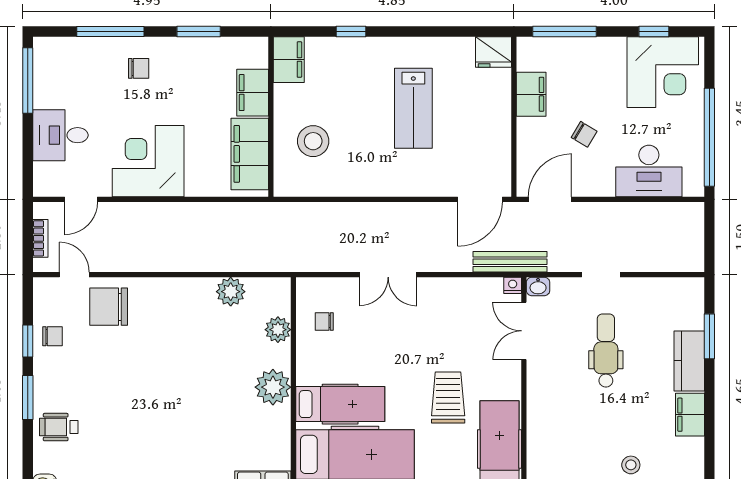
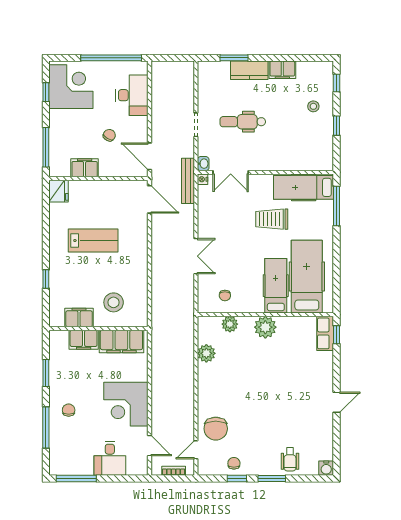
filing cabinet: (289, 60) -> (79, 317), moved

